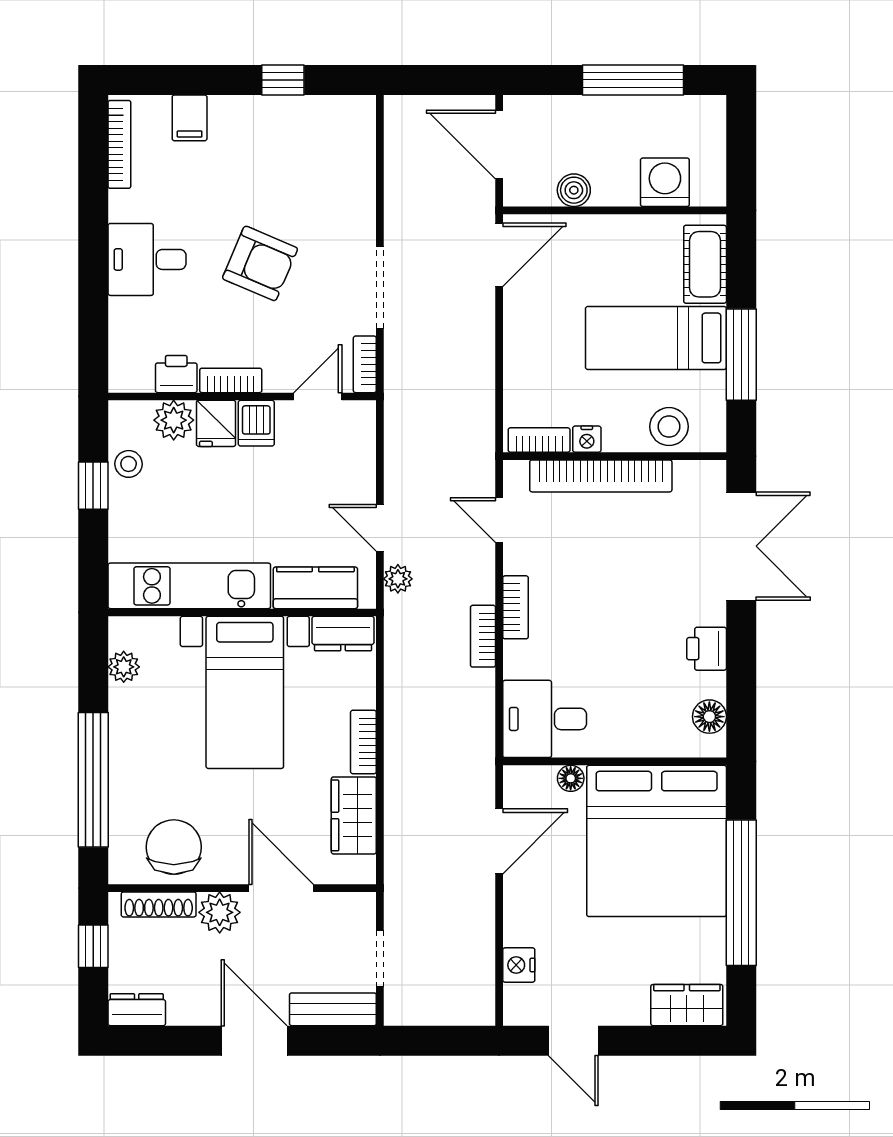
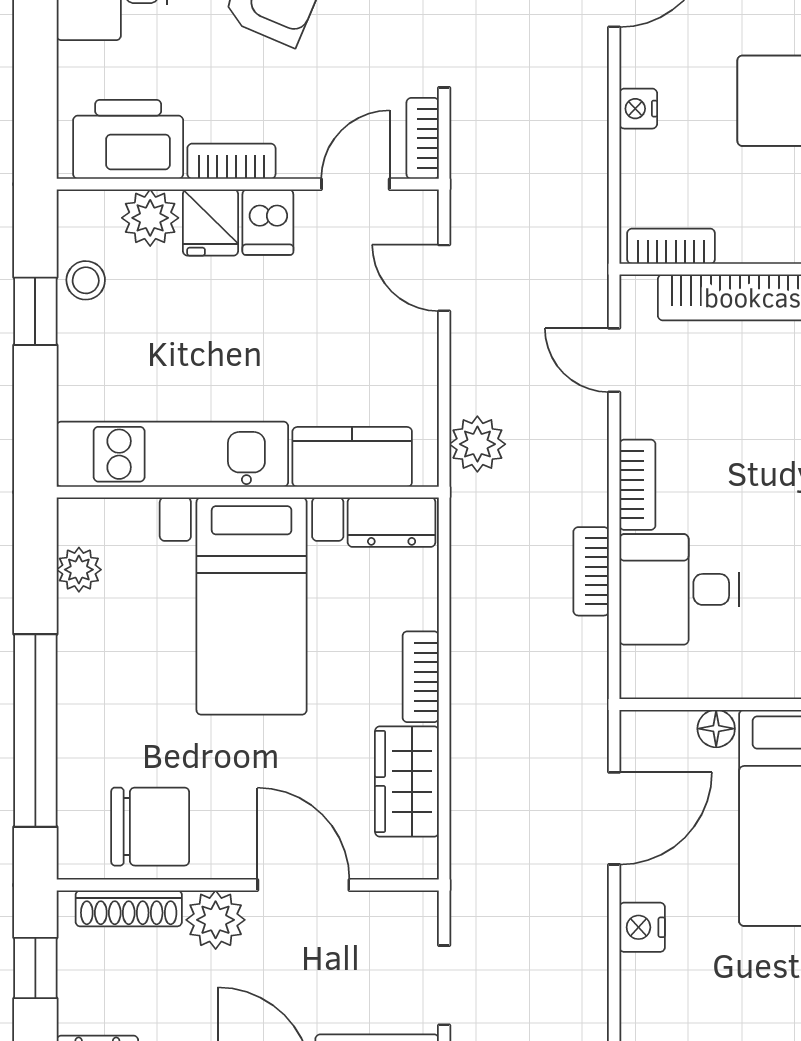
printer: (176, 374) -> (128, 139), width x1.87, depth x1.48
nightstand: (587, 439) -> (638, 109), moved, turned 90
door: (380, 528) -> (444, 278), moved
plant: (398, 579) -> (477, 444), width x1.38, depth x1.38
bookcase: (483, 636) -> (591, 571), moved
desk: (545, 719) -> (679, 589), moved
chair: (174, 847) -> (150, 827), turned 90
nightstand: (519, 965) -> (642, 927), moved

